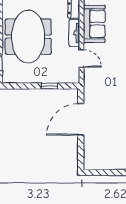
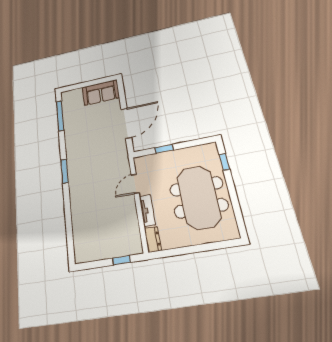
sofa: (94, 24) -> (101, 92), moved, turned -90
door: (81, 58) -> (135, 184), hinge flipped

